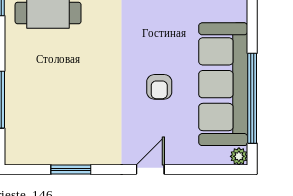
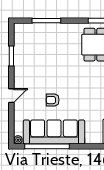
door: (150, 169) -> (11, 96), hinge flipped

